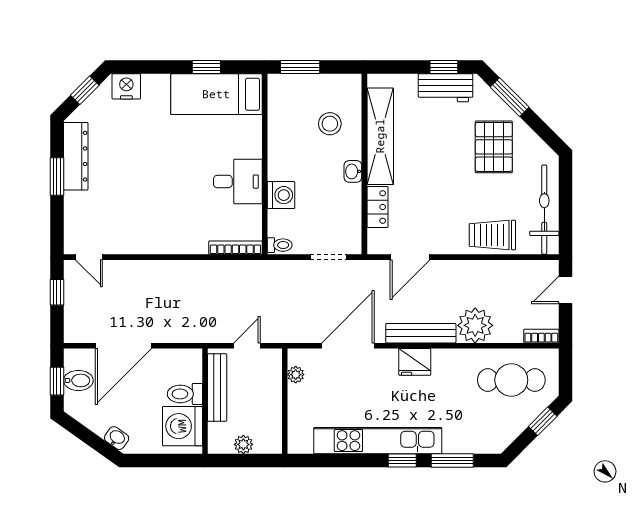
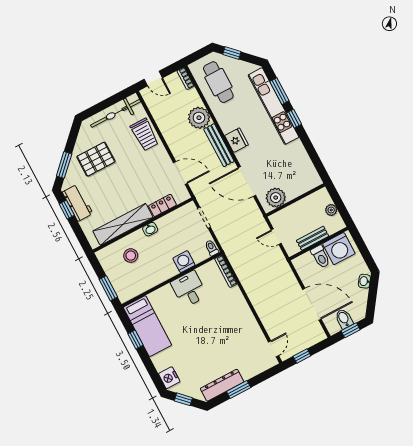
plant: (296, 375) -> (276, 198), width x1.88, depth x1.88
bench: (217, 388) -> (313, 238), width x0.73
kitchen unit: (378, 441) -> (273, 106), moved

